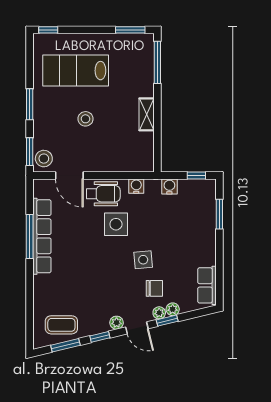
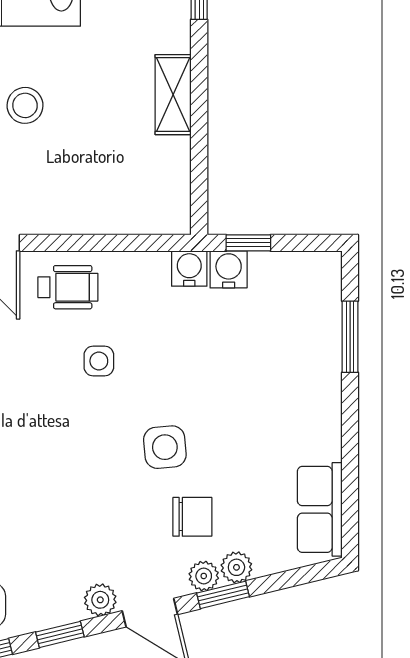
window: (196, 176) -> (248, 243), moved
water cooler: (136, 186) -> (189, 269), moved
wheelchair: (103, 194) -> (68, 287), width x0.73, depth x0.73
side table: (116, 224) -> (99, 361), width x0.54, depth x0.54

